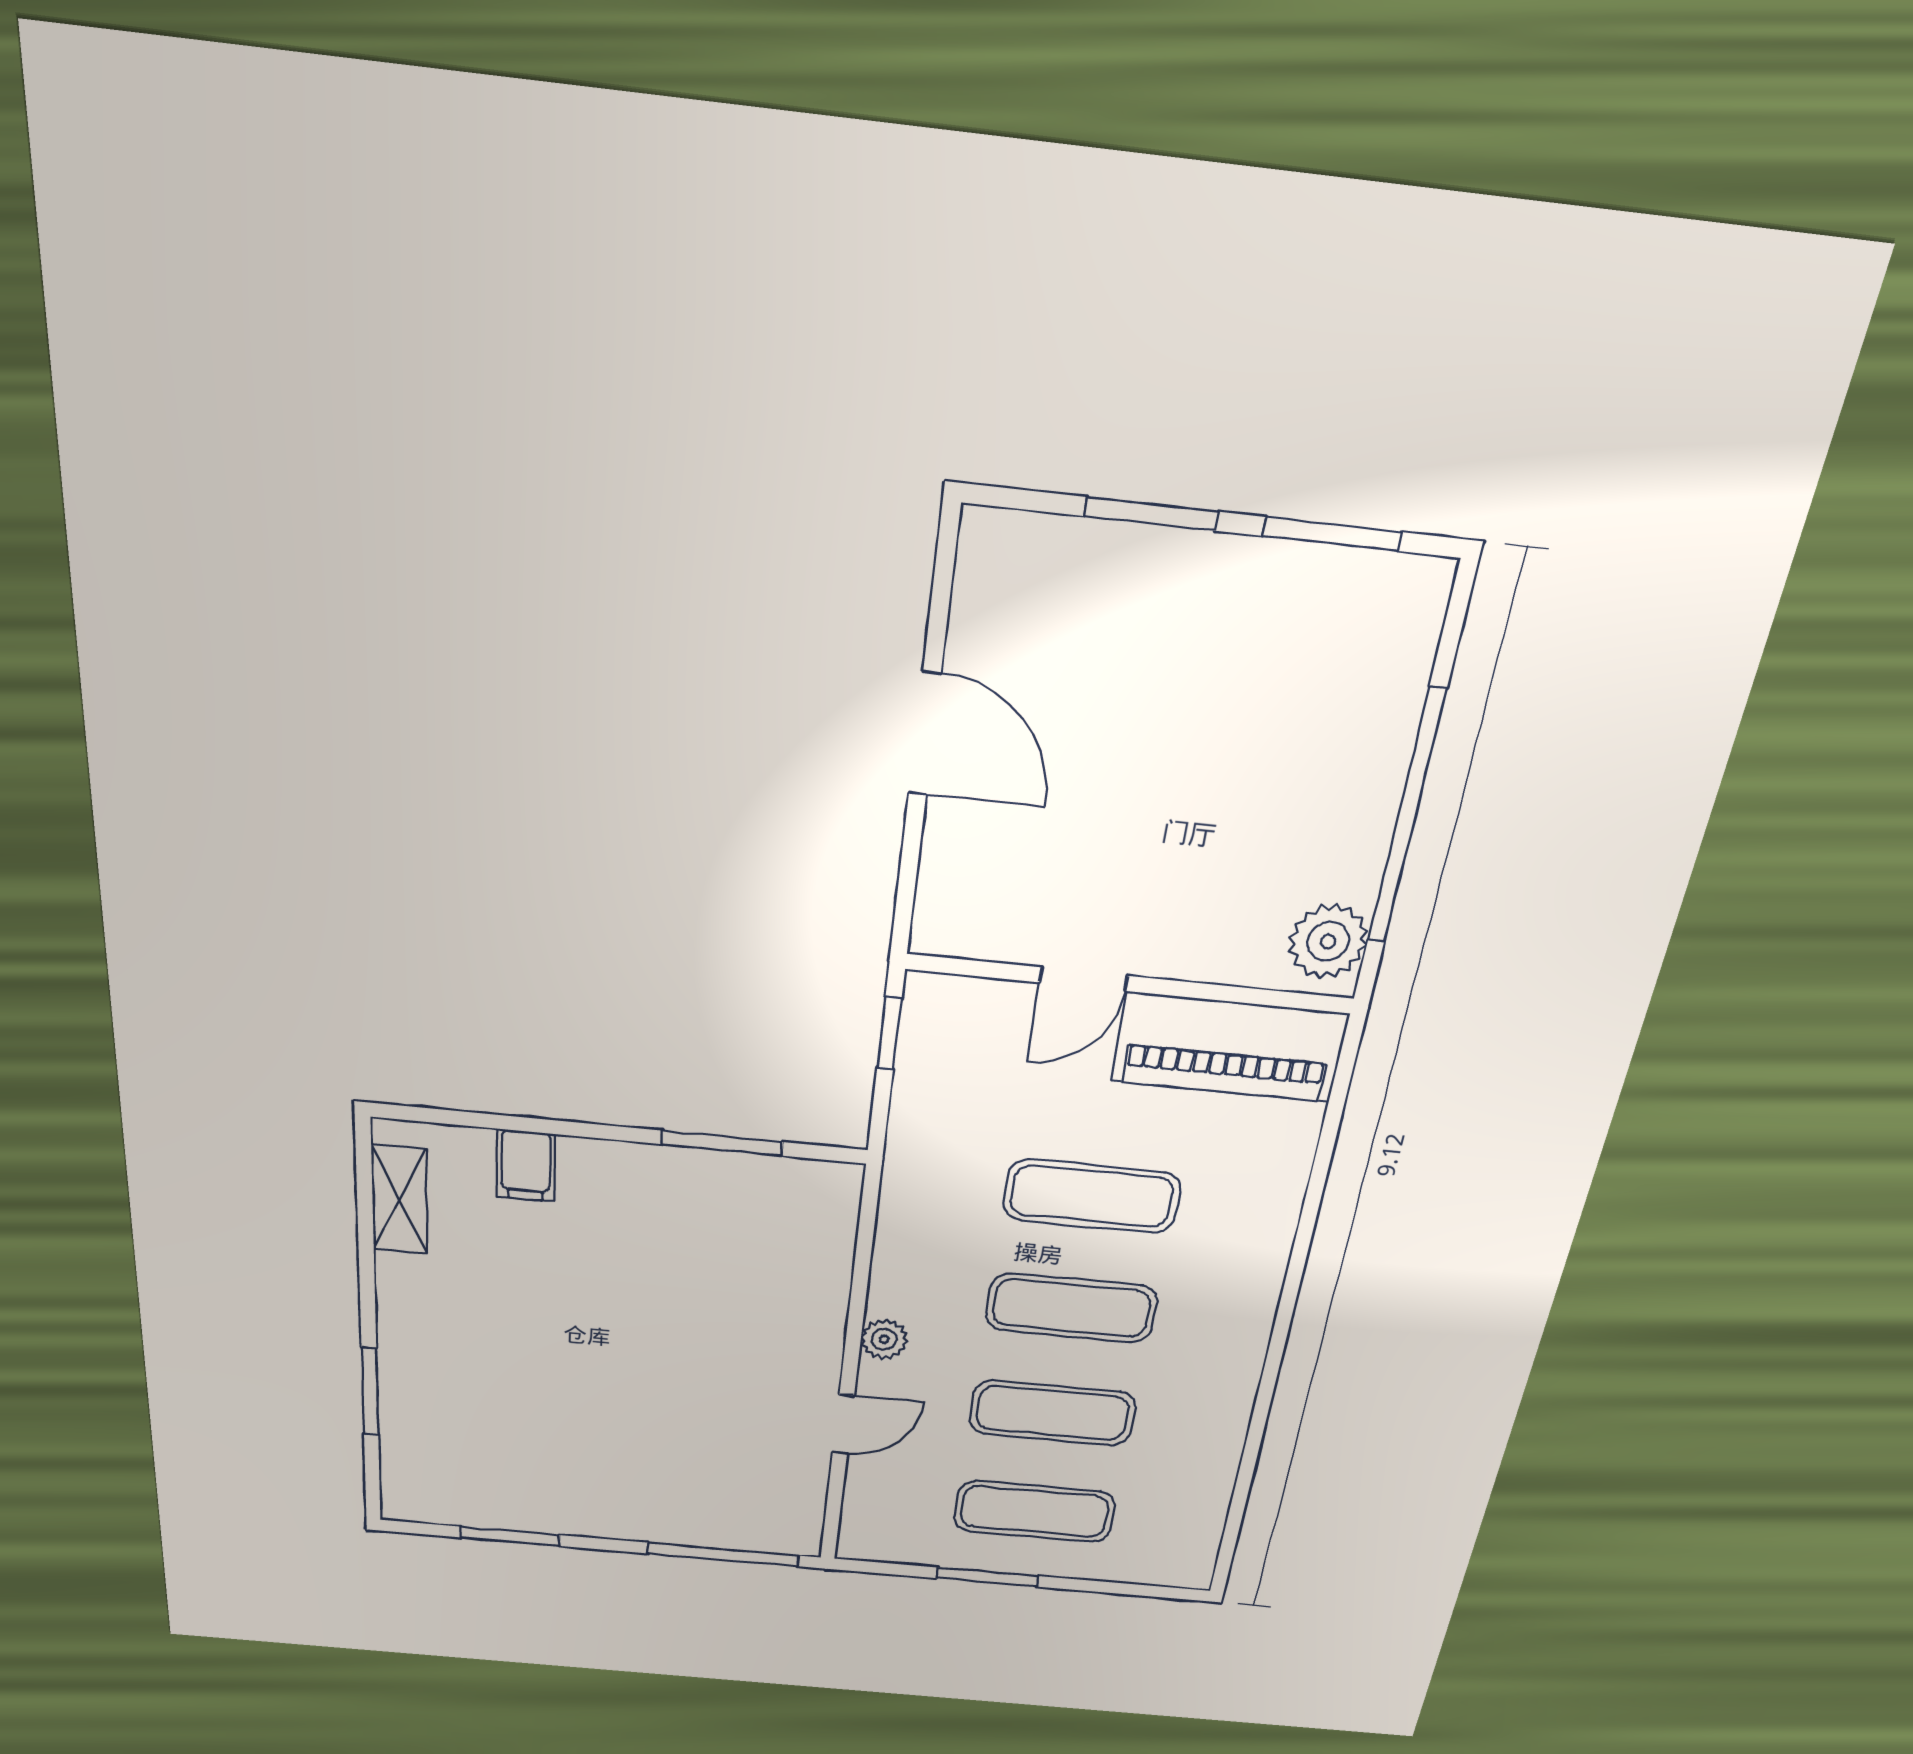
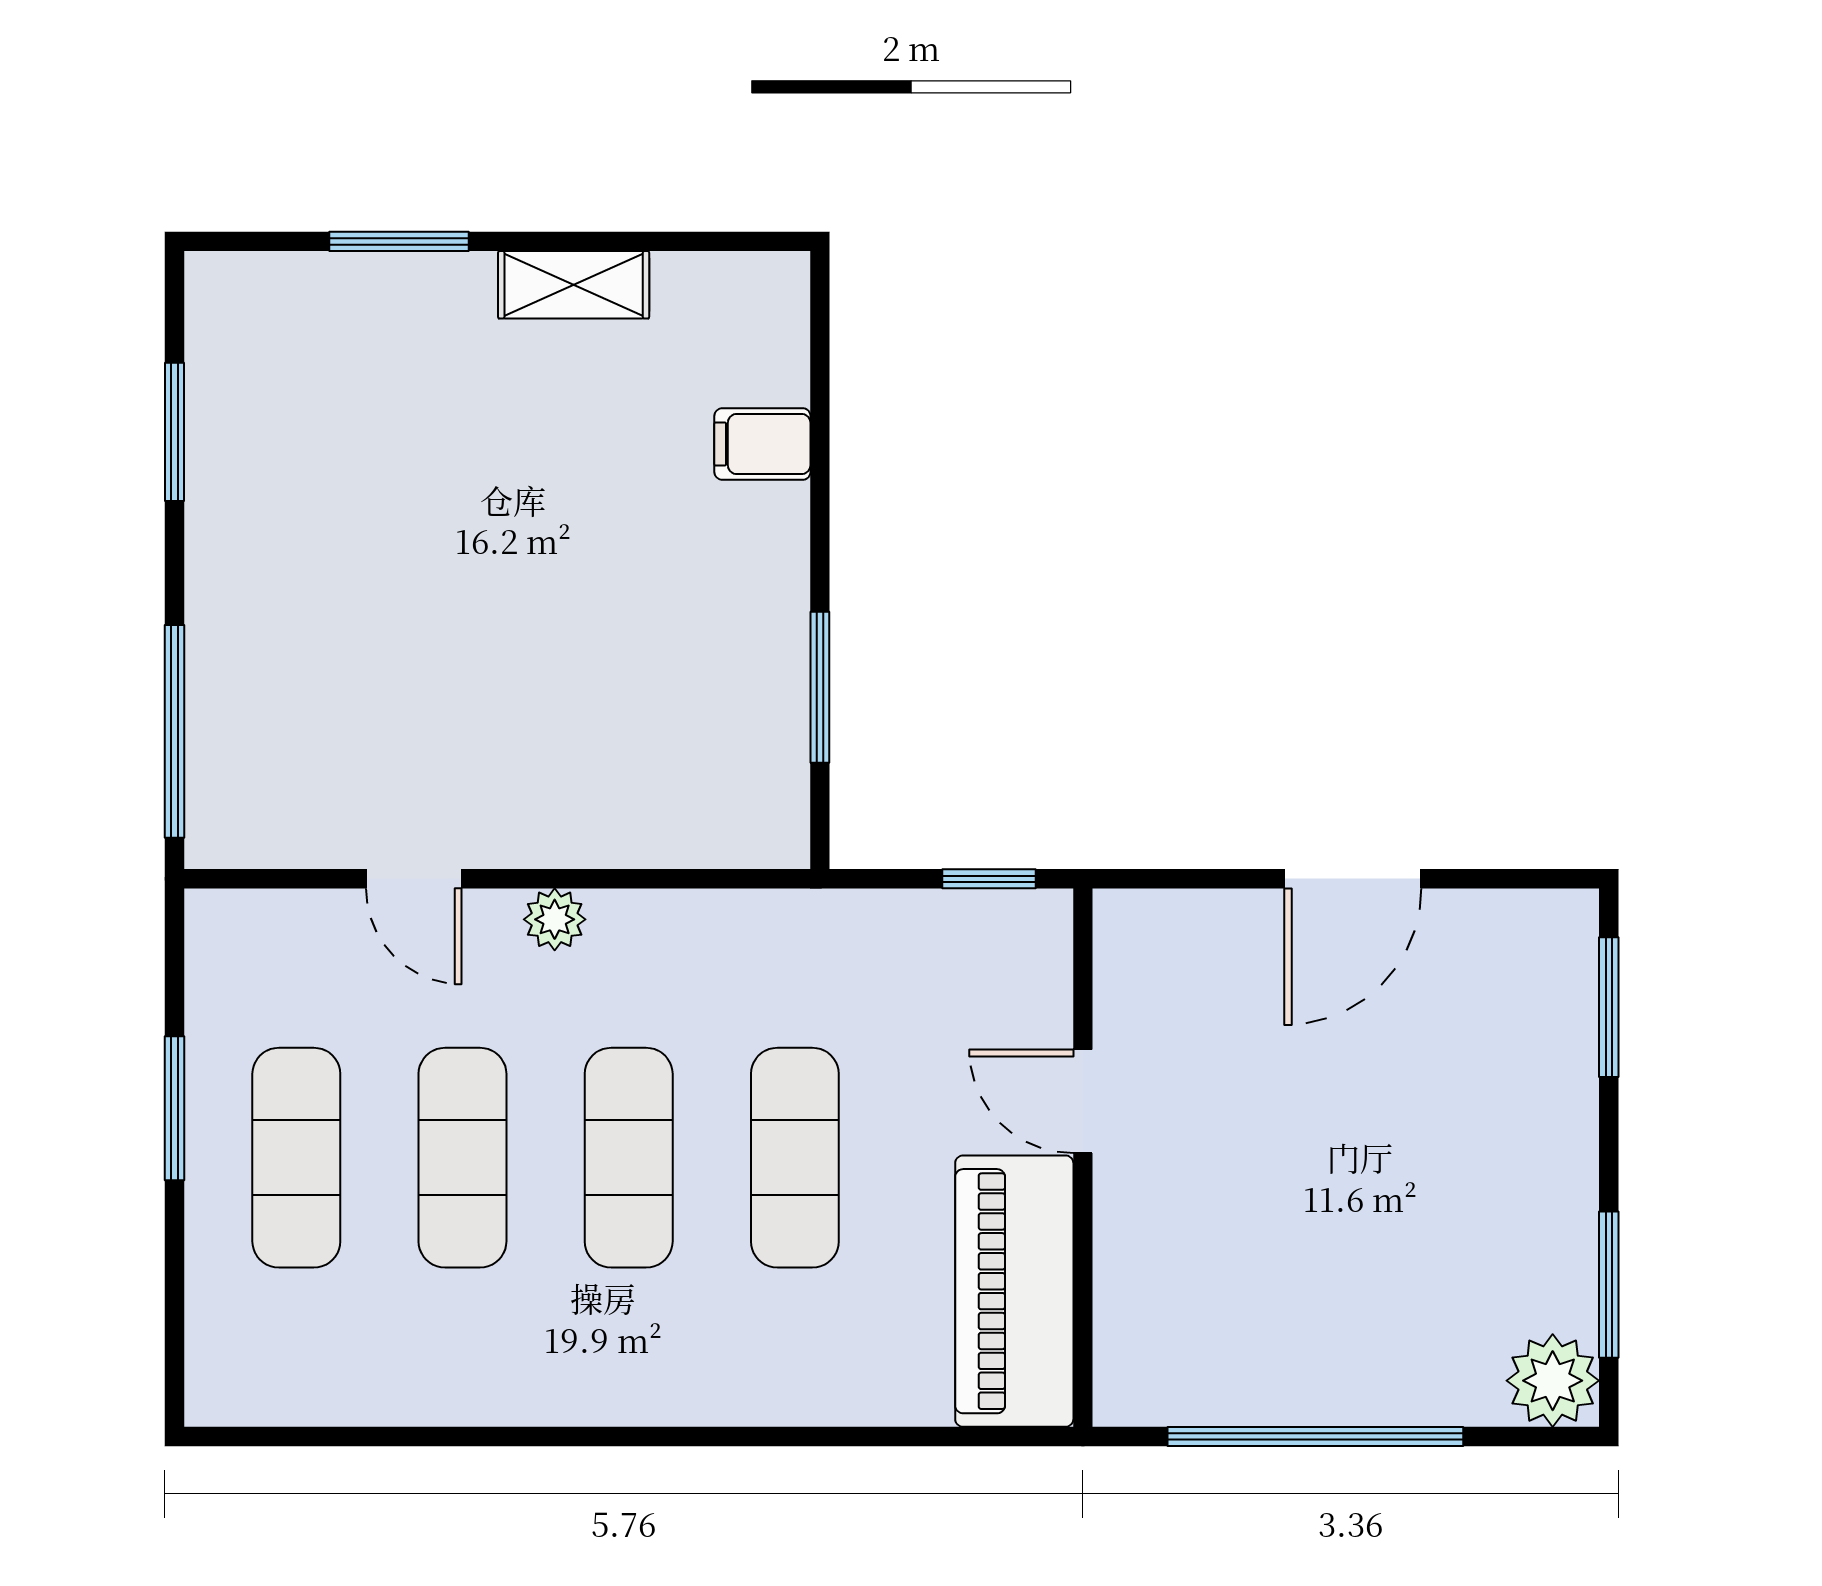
window: (1151, 514) -> (1609, 1007), moved
plant: (1328, 941) -> (1553, 1381), moved
shelving: (399, 1199) -> (574, 285), moved

